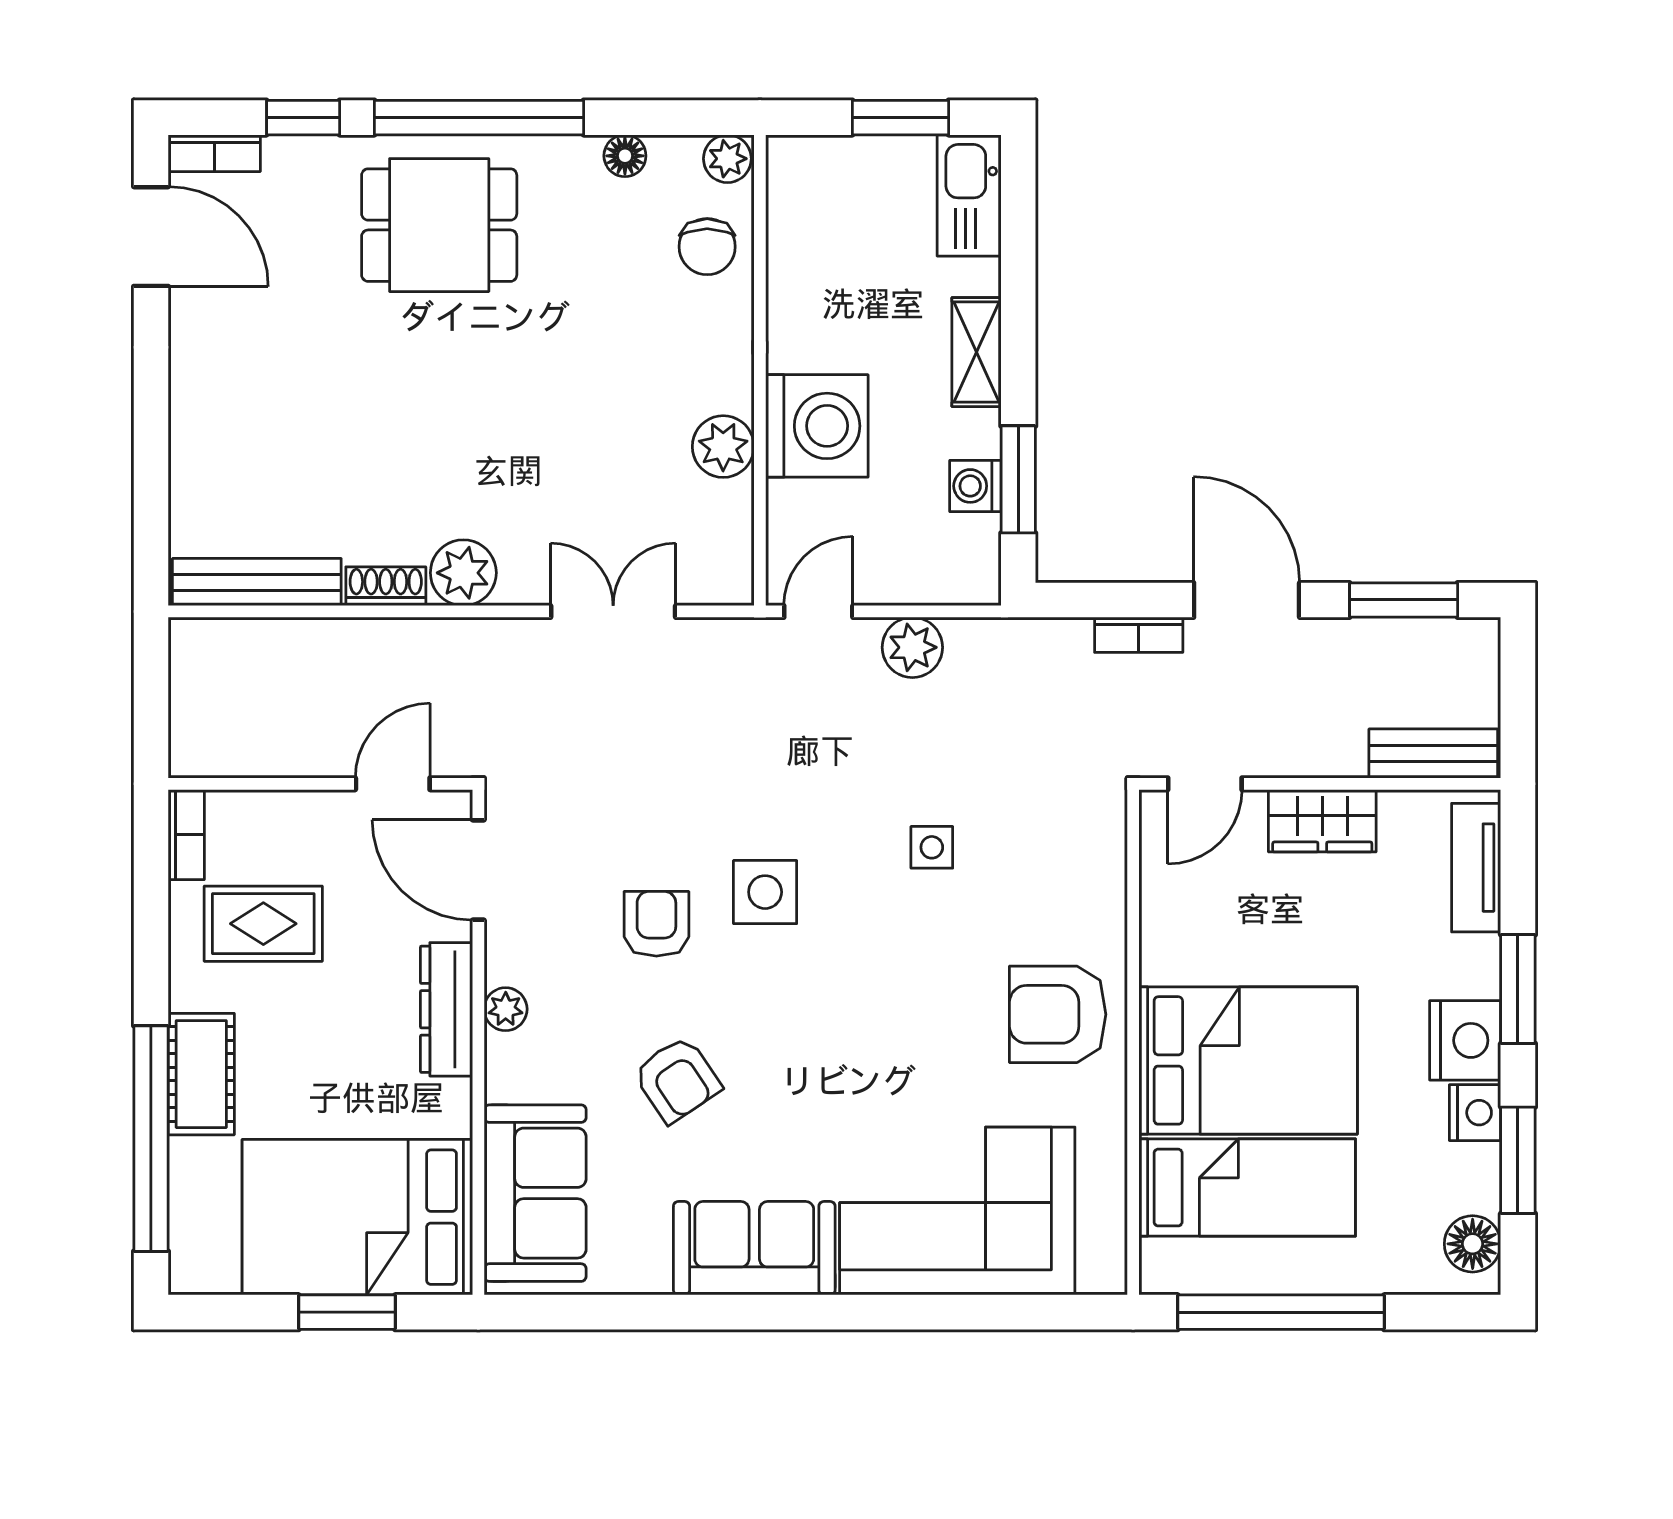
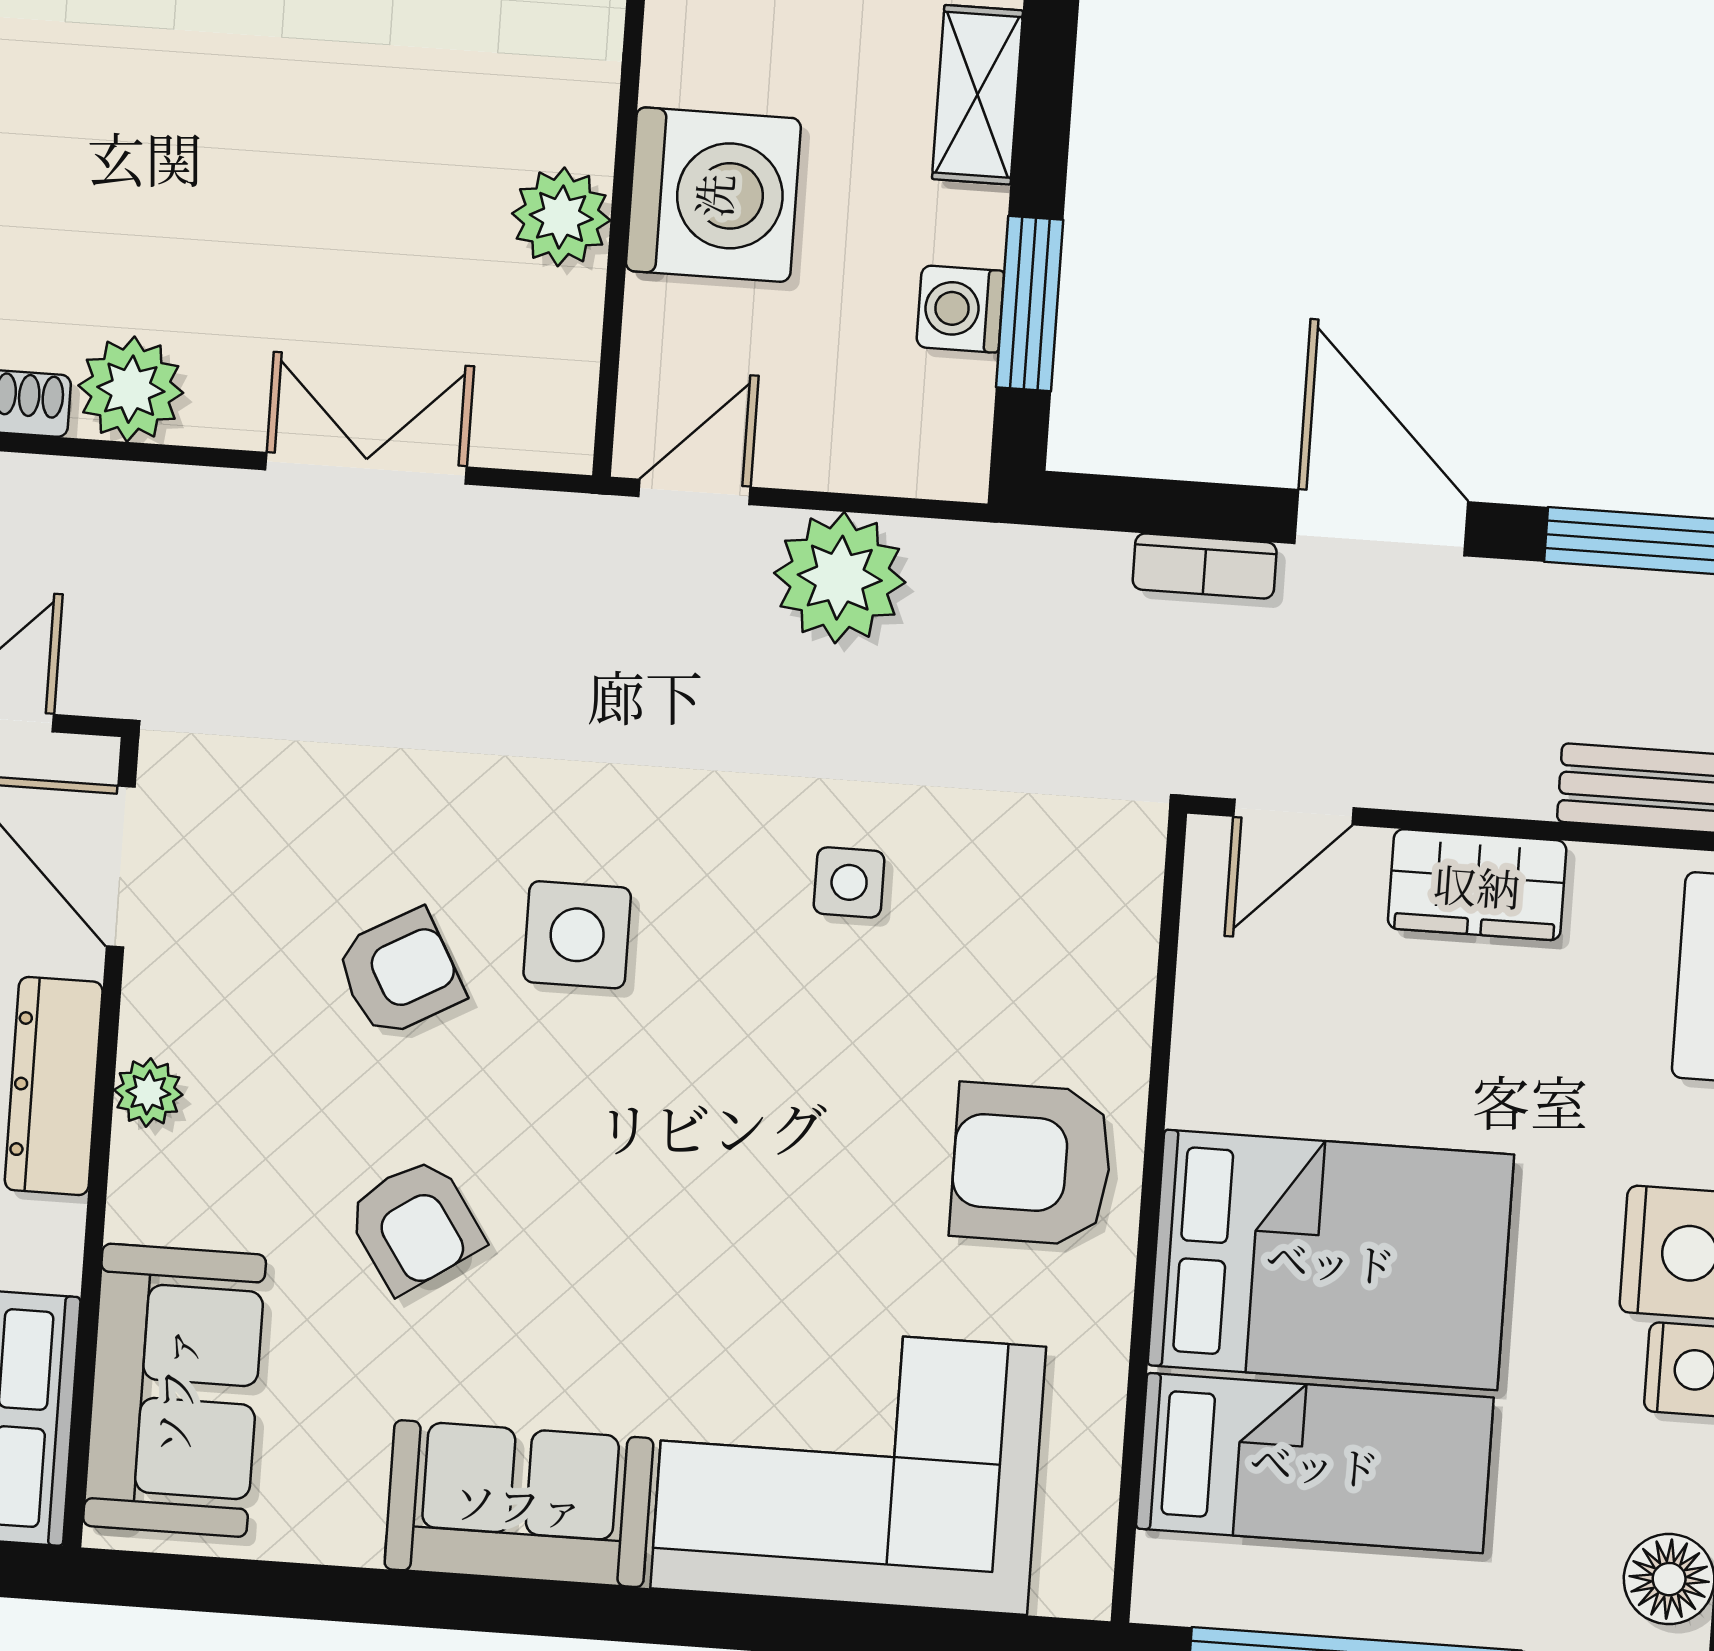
plant: (912, 647) -> (840, 578), width x1.36, depth x1.36
armchair: (656, 924) -> (400, 973), turned 61

